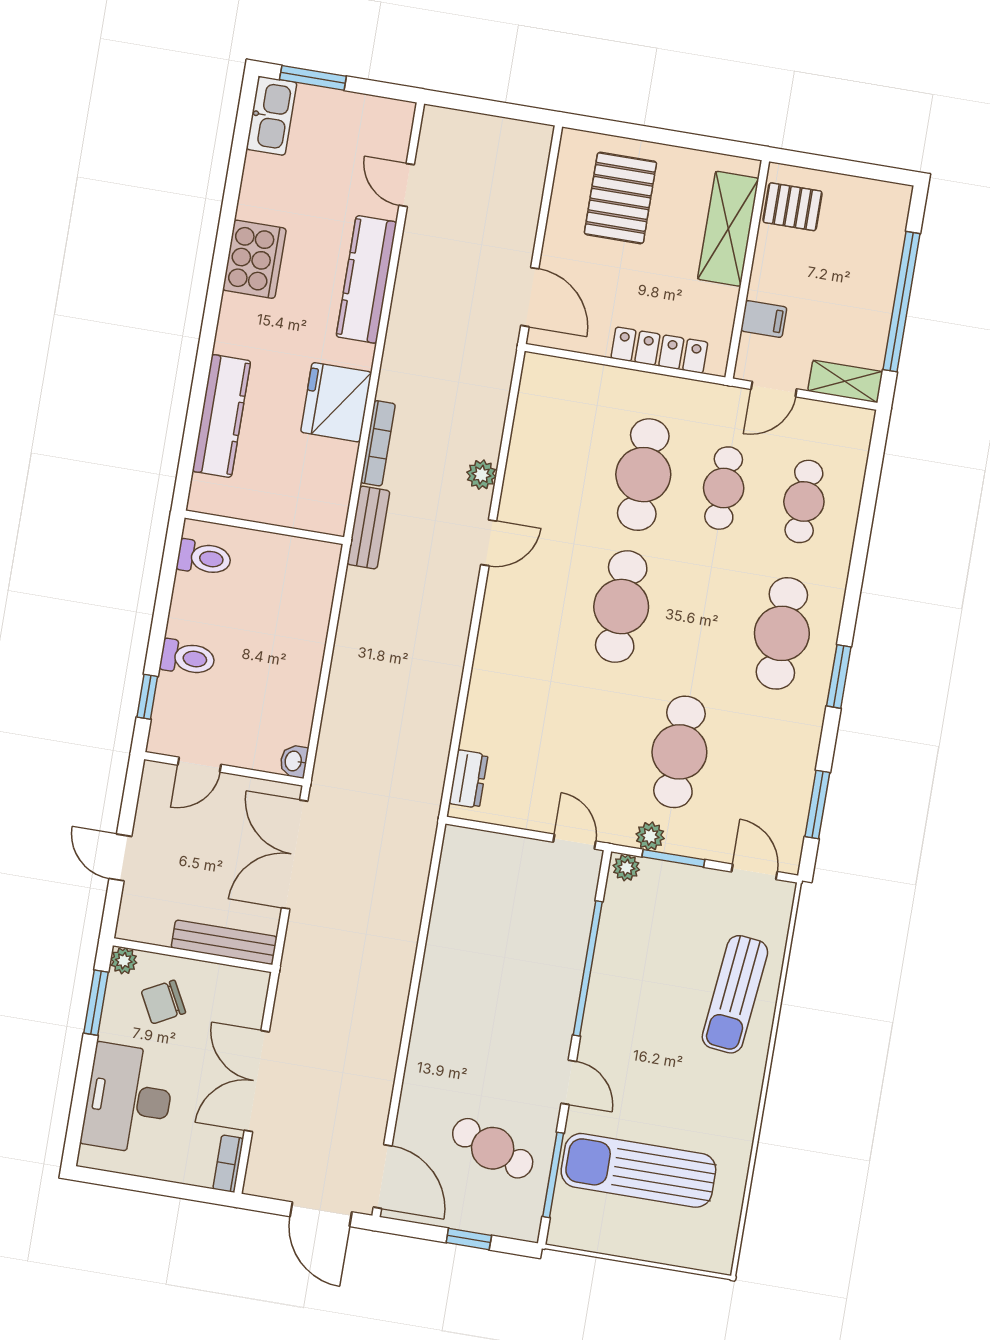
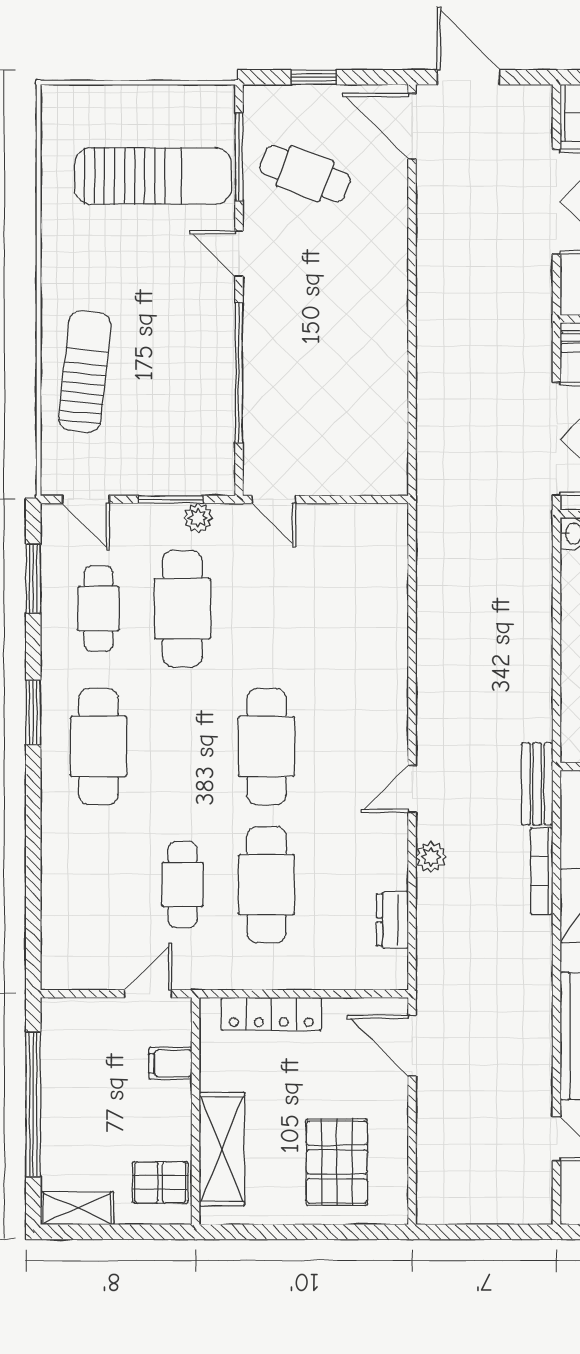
shelving: (845, 381) -> (77, 1208), moved
cafe table: (804, 501) -> (98, 609), moved
dresser: (468, 779) -> (393, 920), moved
plant: (626, 868) -> (217, 482), removed

